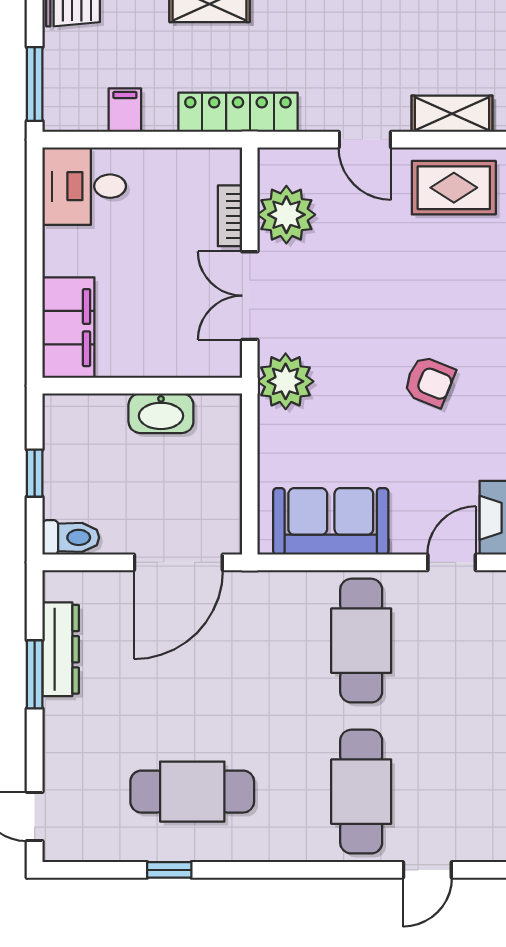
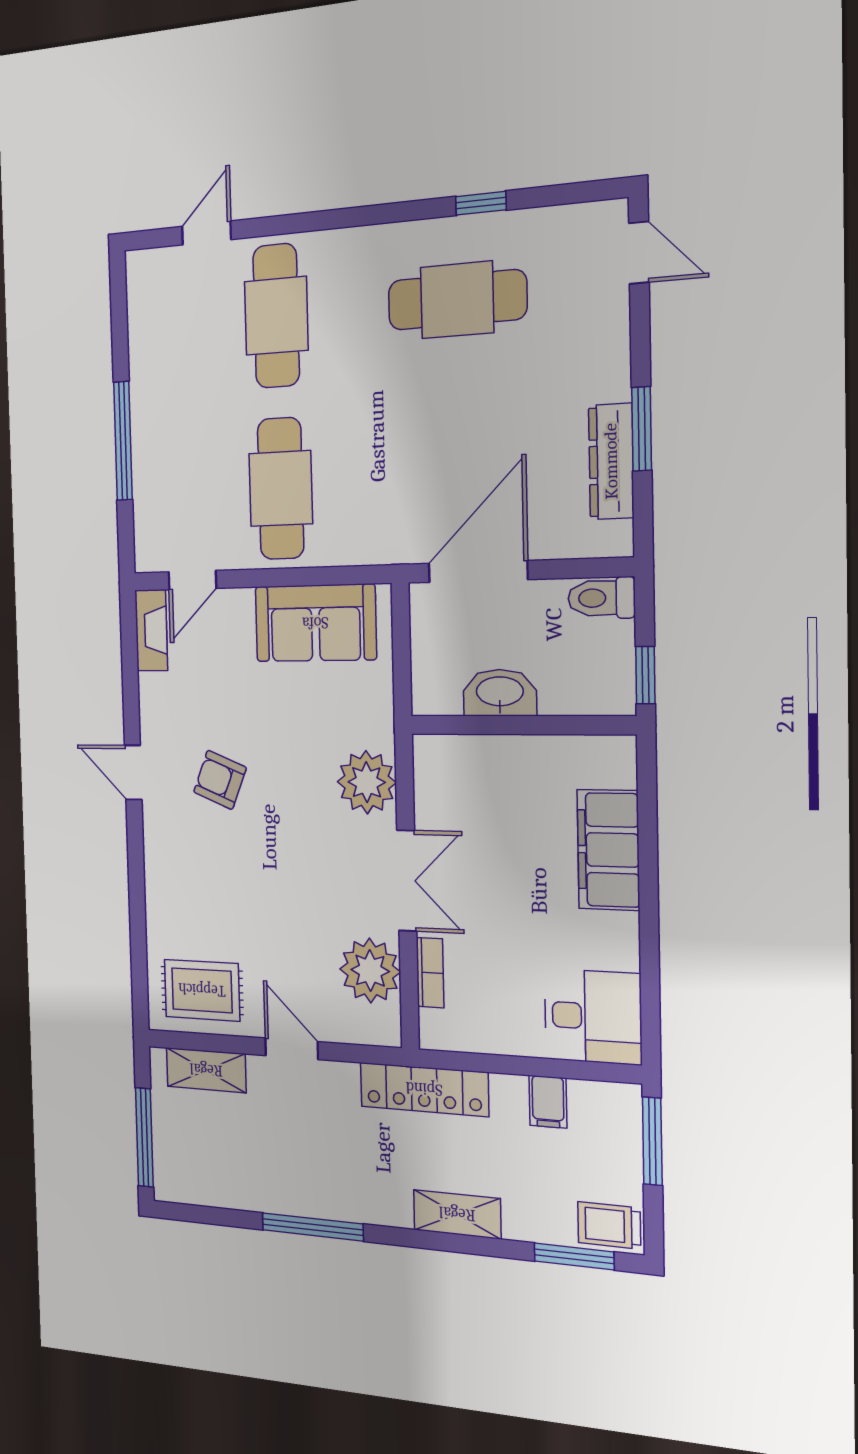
wall: (142, 386) -> (522, 725), moved
washbasin: (161, 413) -> (500, 693), moved

